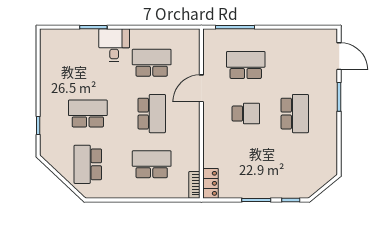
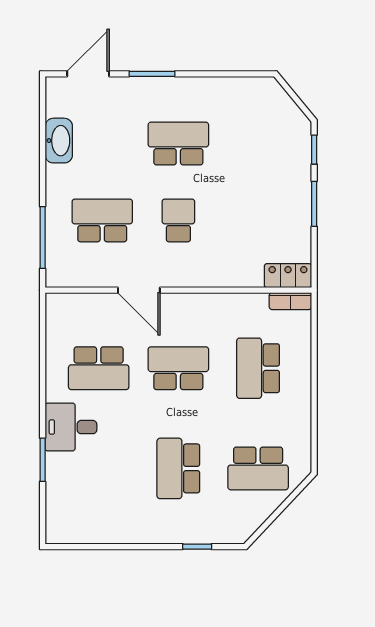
washbasin: (297, 37) -> (59, 141), added
school desk: (152, 63) -> (99, 368), turned -90
school desk: (246, 65) -> (102, 220), turned 90

